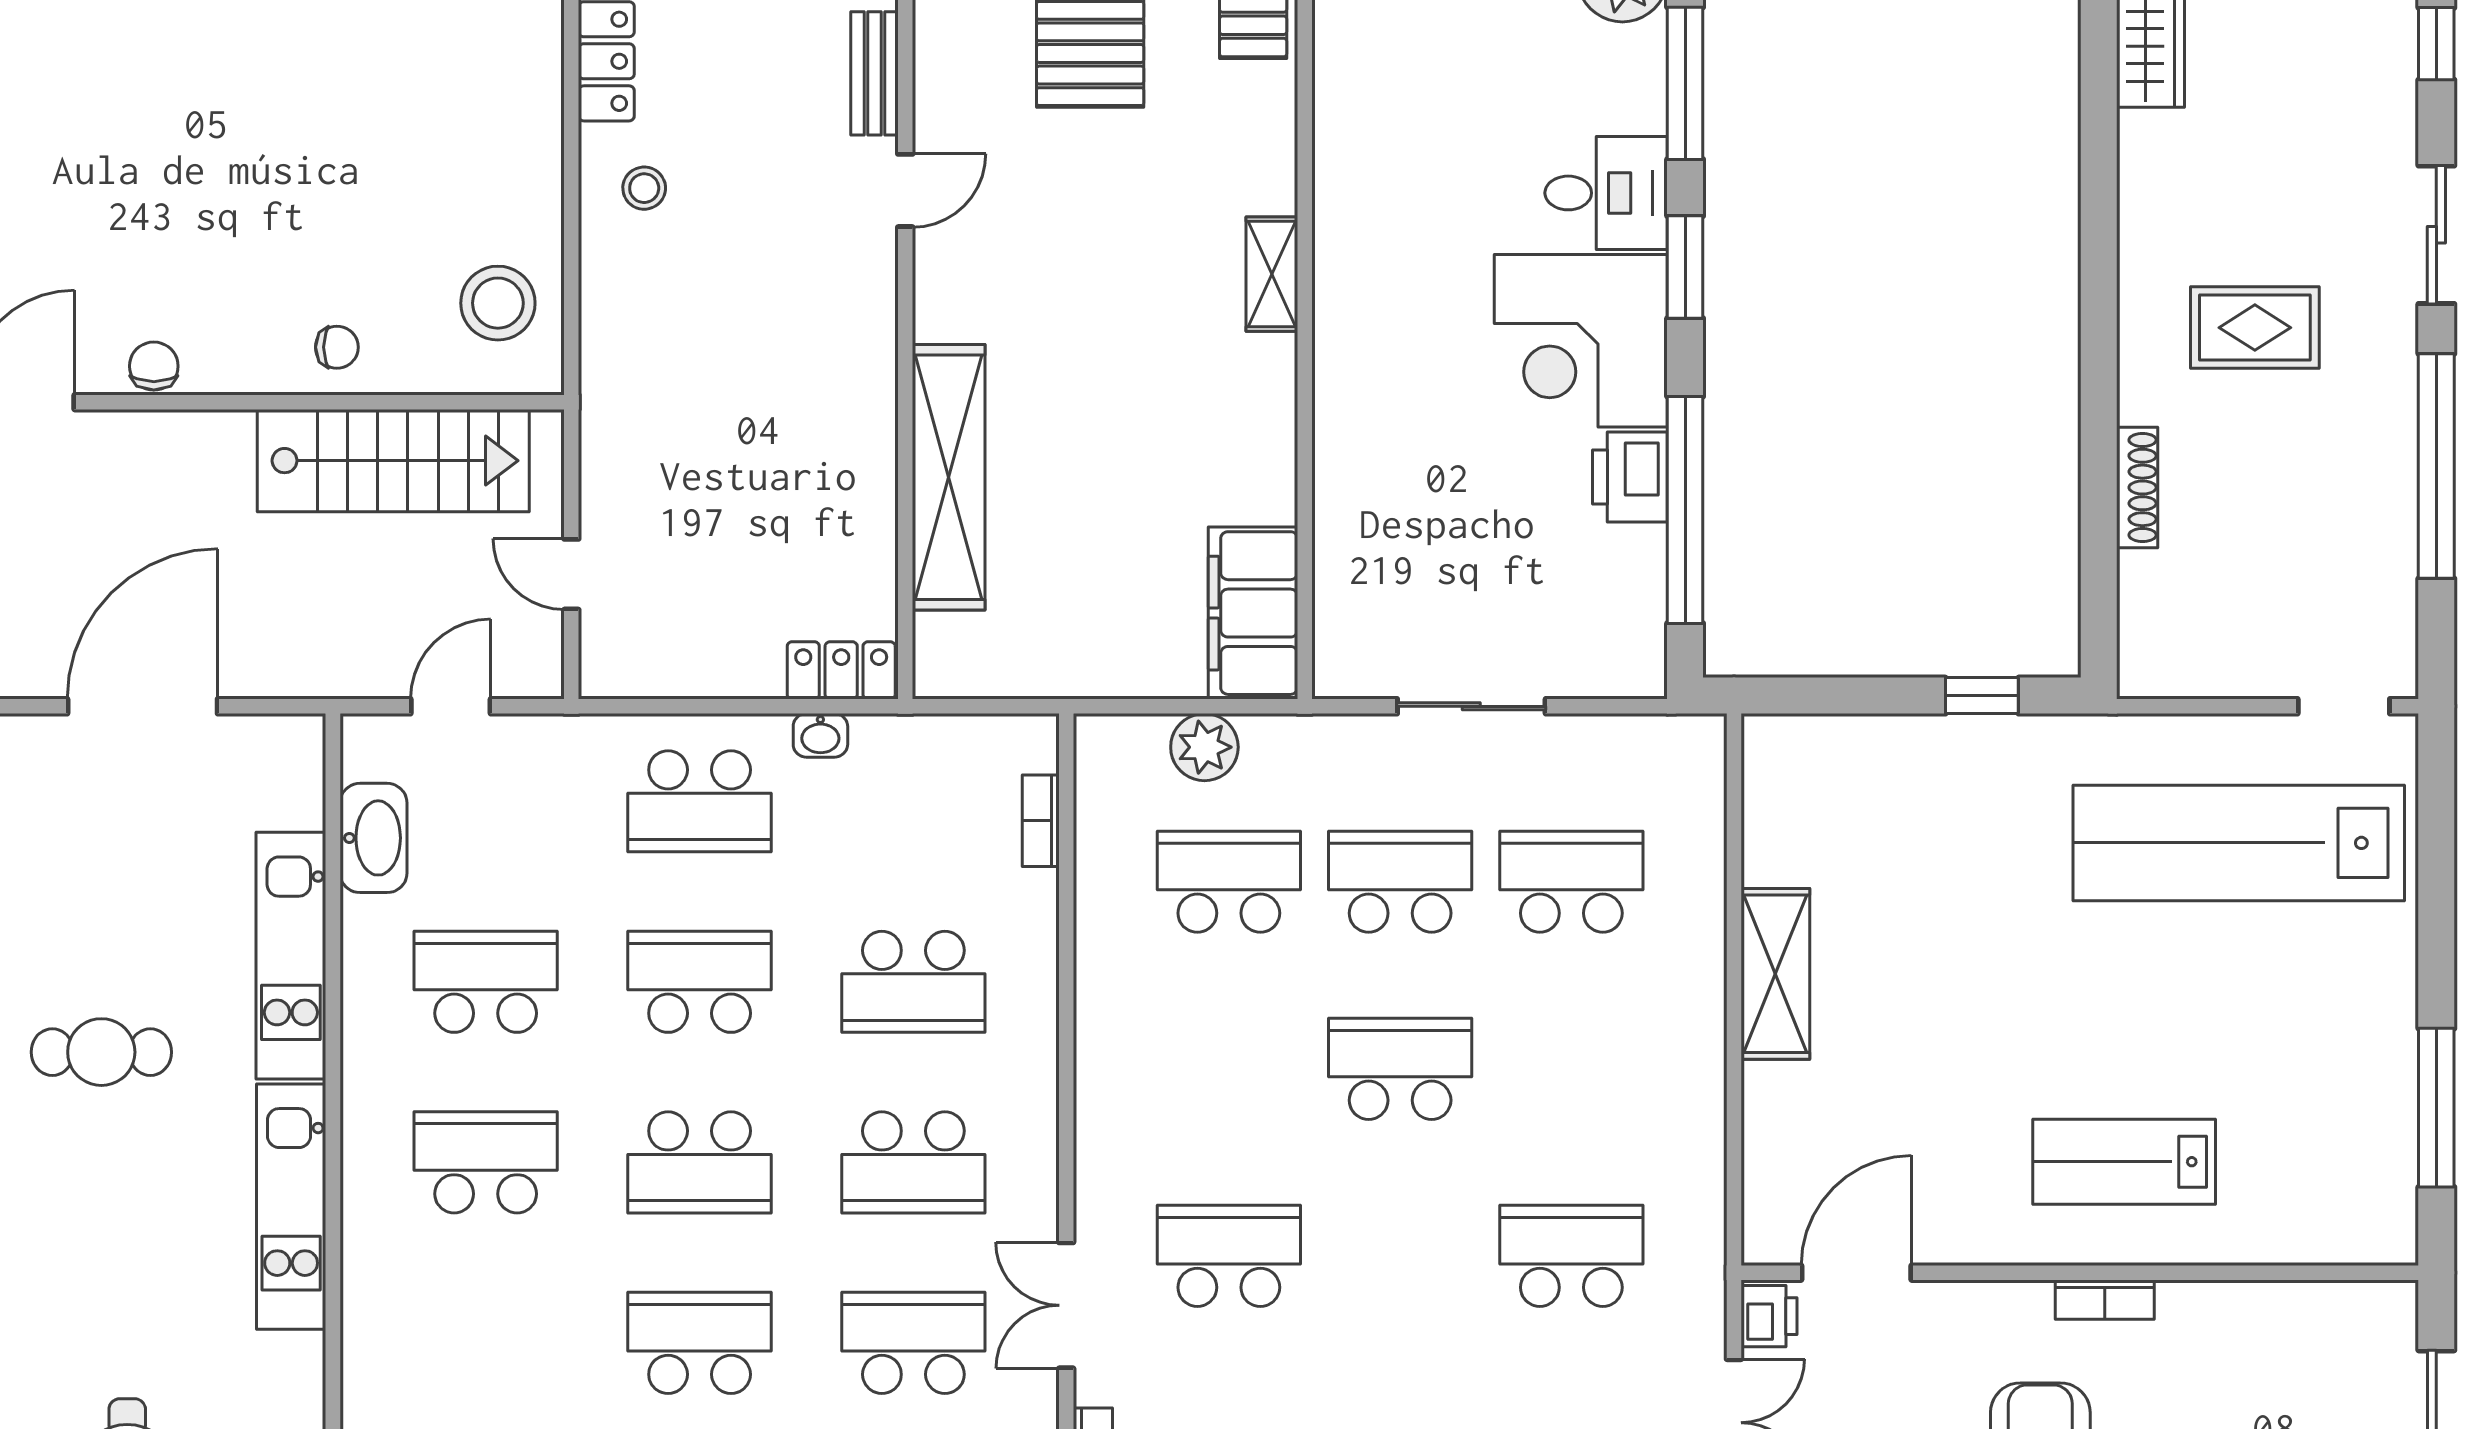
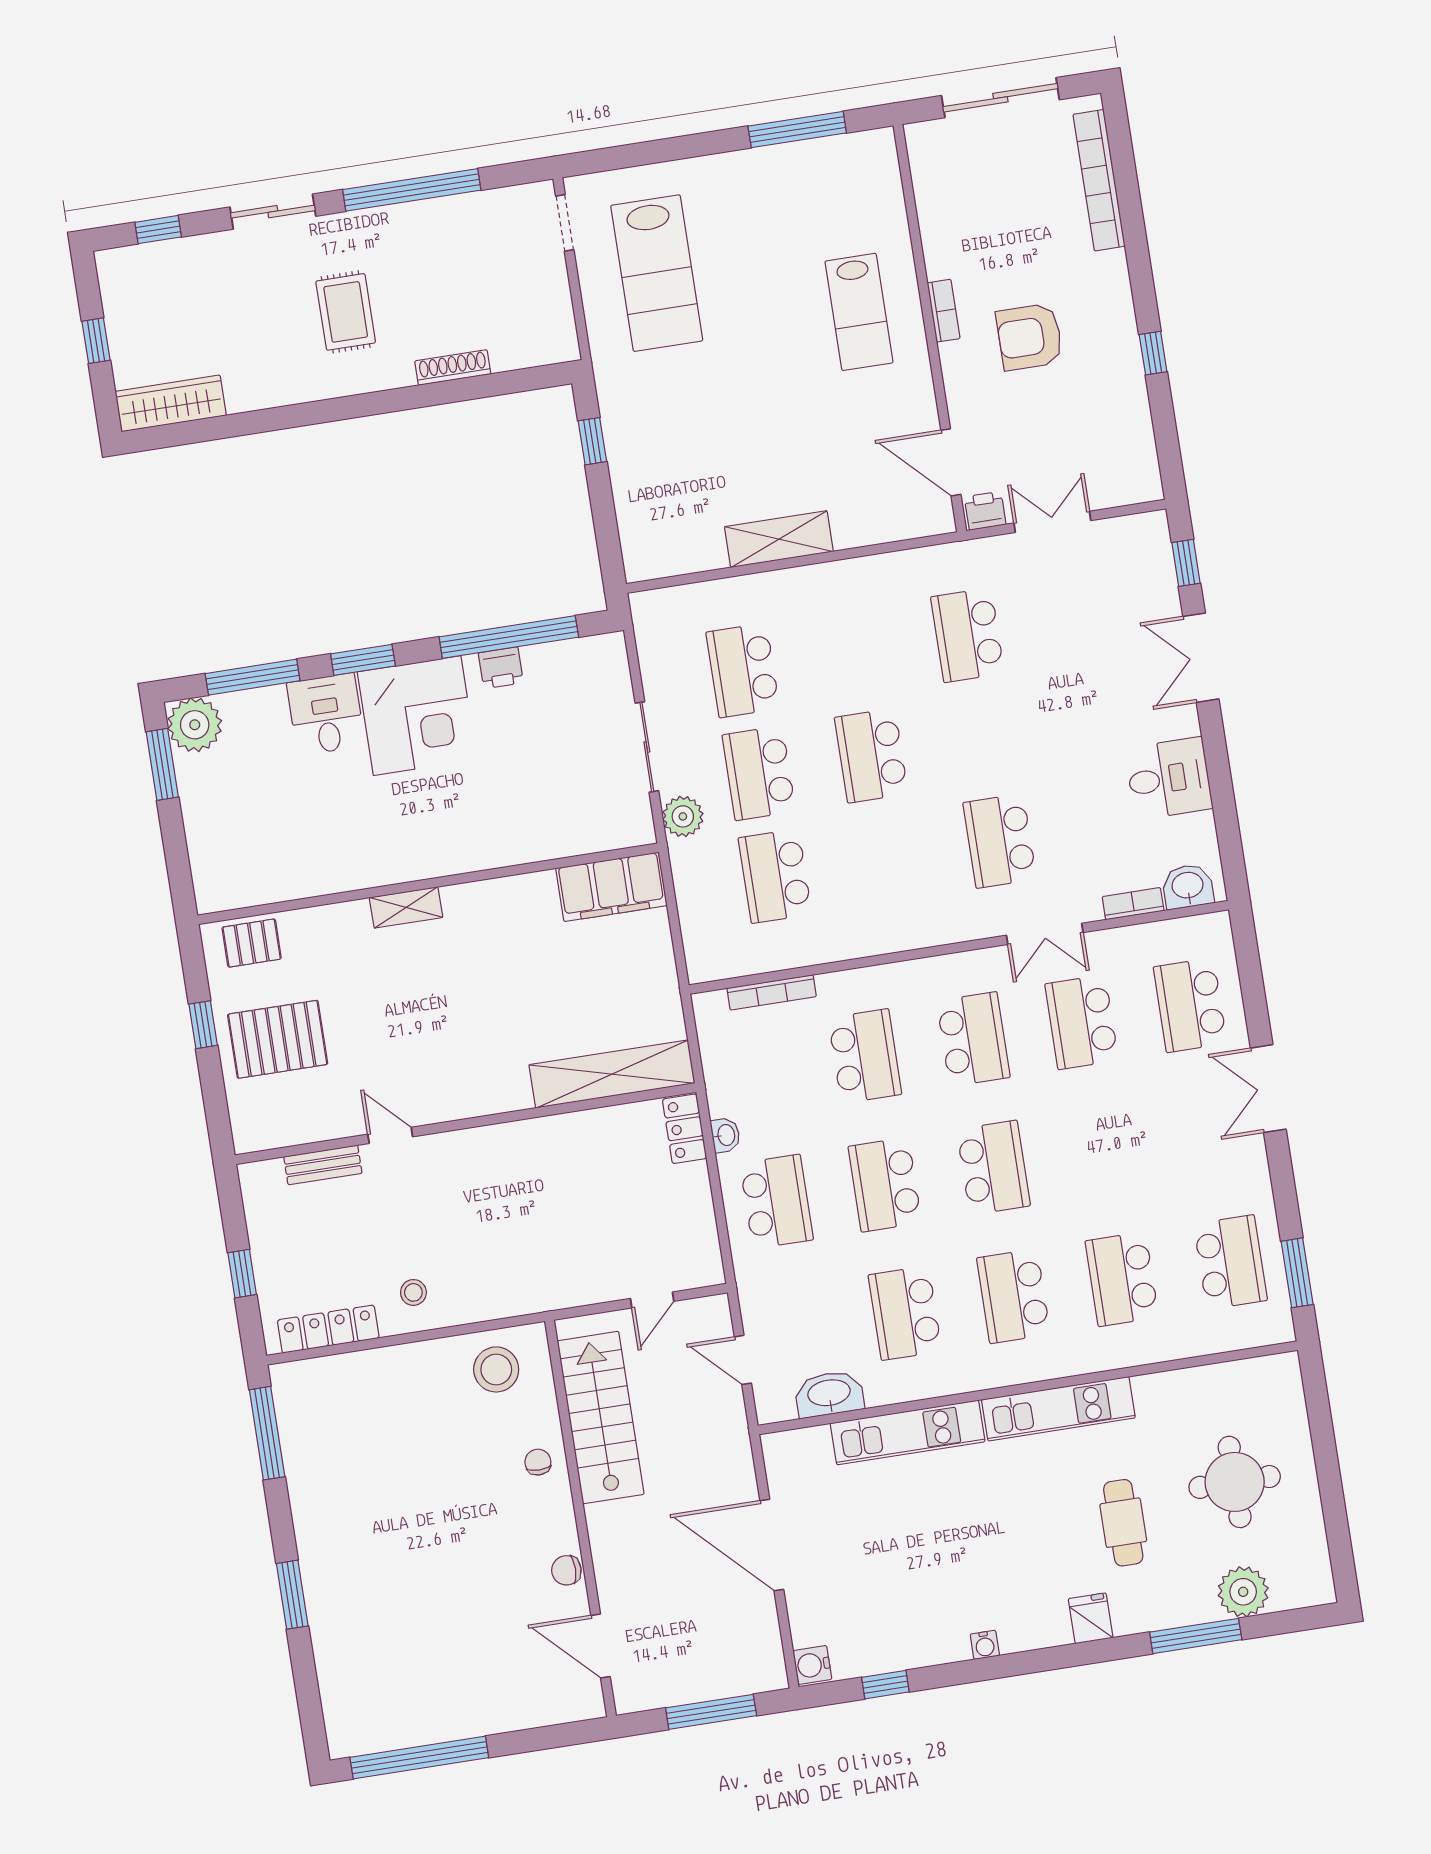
shelving: (949, 477) -> (612, 1074), moved
printer: (1630, 477) -> (501, 668), width x0.73, depth x0.81
plant: (1204, 747) -> (683, 816), moved
bookcase: (1041, 821) -> (772, 992), width x1.56
lab bench: (2239, 843) -> (657, 273), width x0.73
cafe table: (101, 1052) -> (1123, 1523), moved
school desk: (700, 1343) -> (1122, 1279), moved

